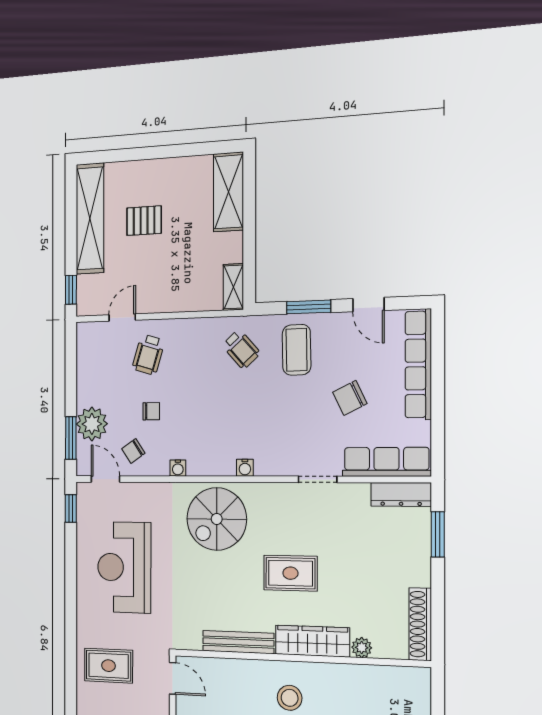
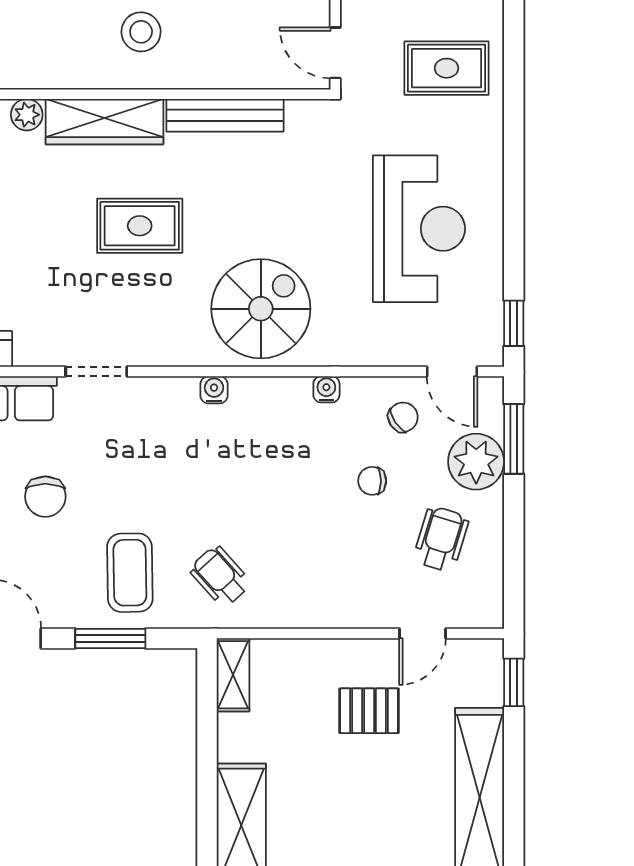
pallet: (144, 221) -> (369, 711), moved
wheelchair: (148, 355) -> (441, 539), moved
chair: (350, 398) -> (45, 497), turned 116

